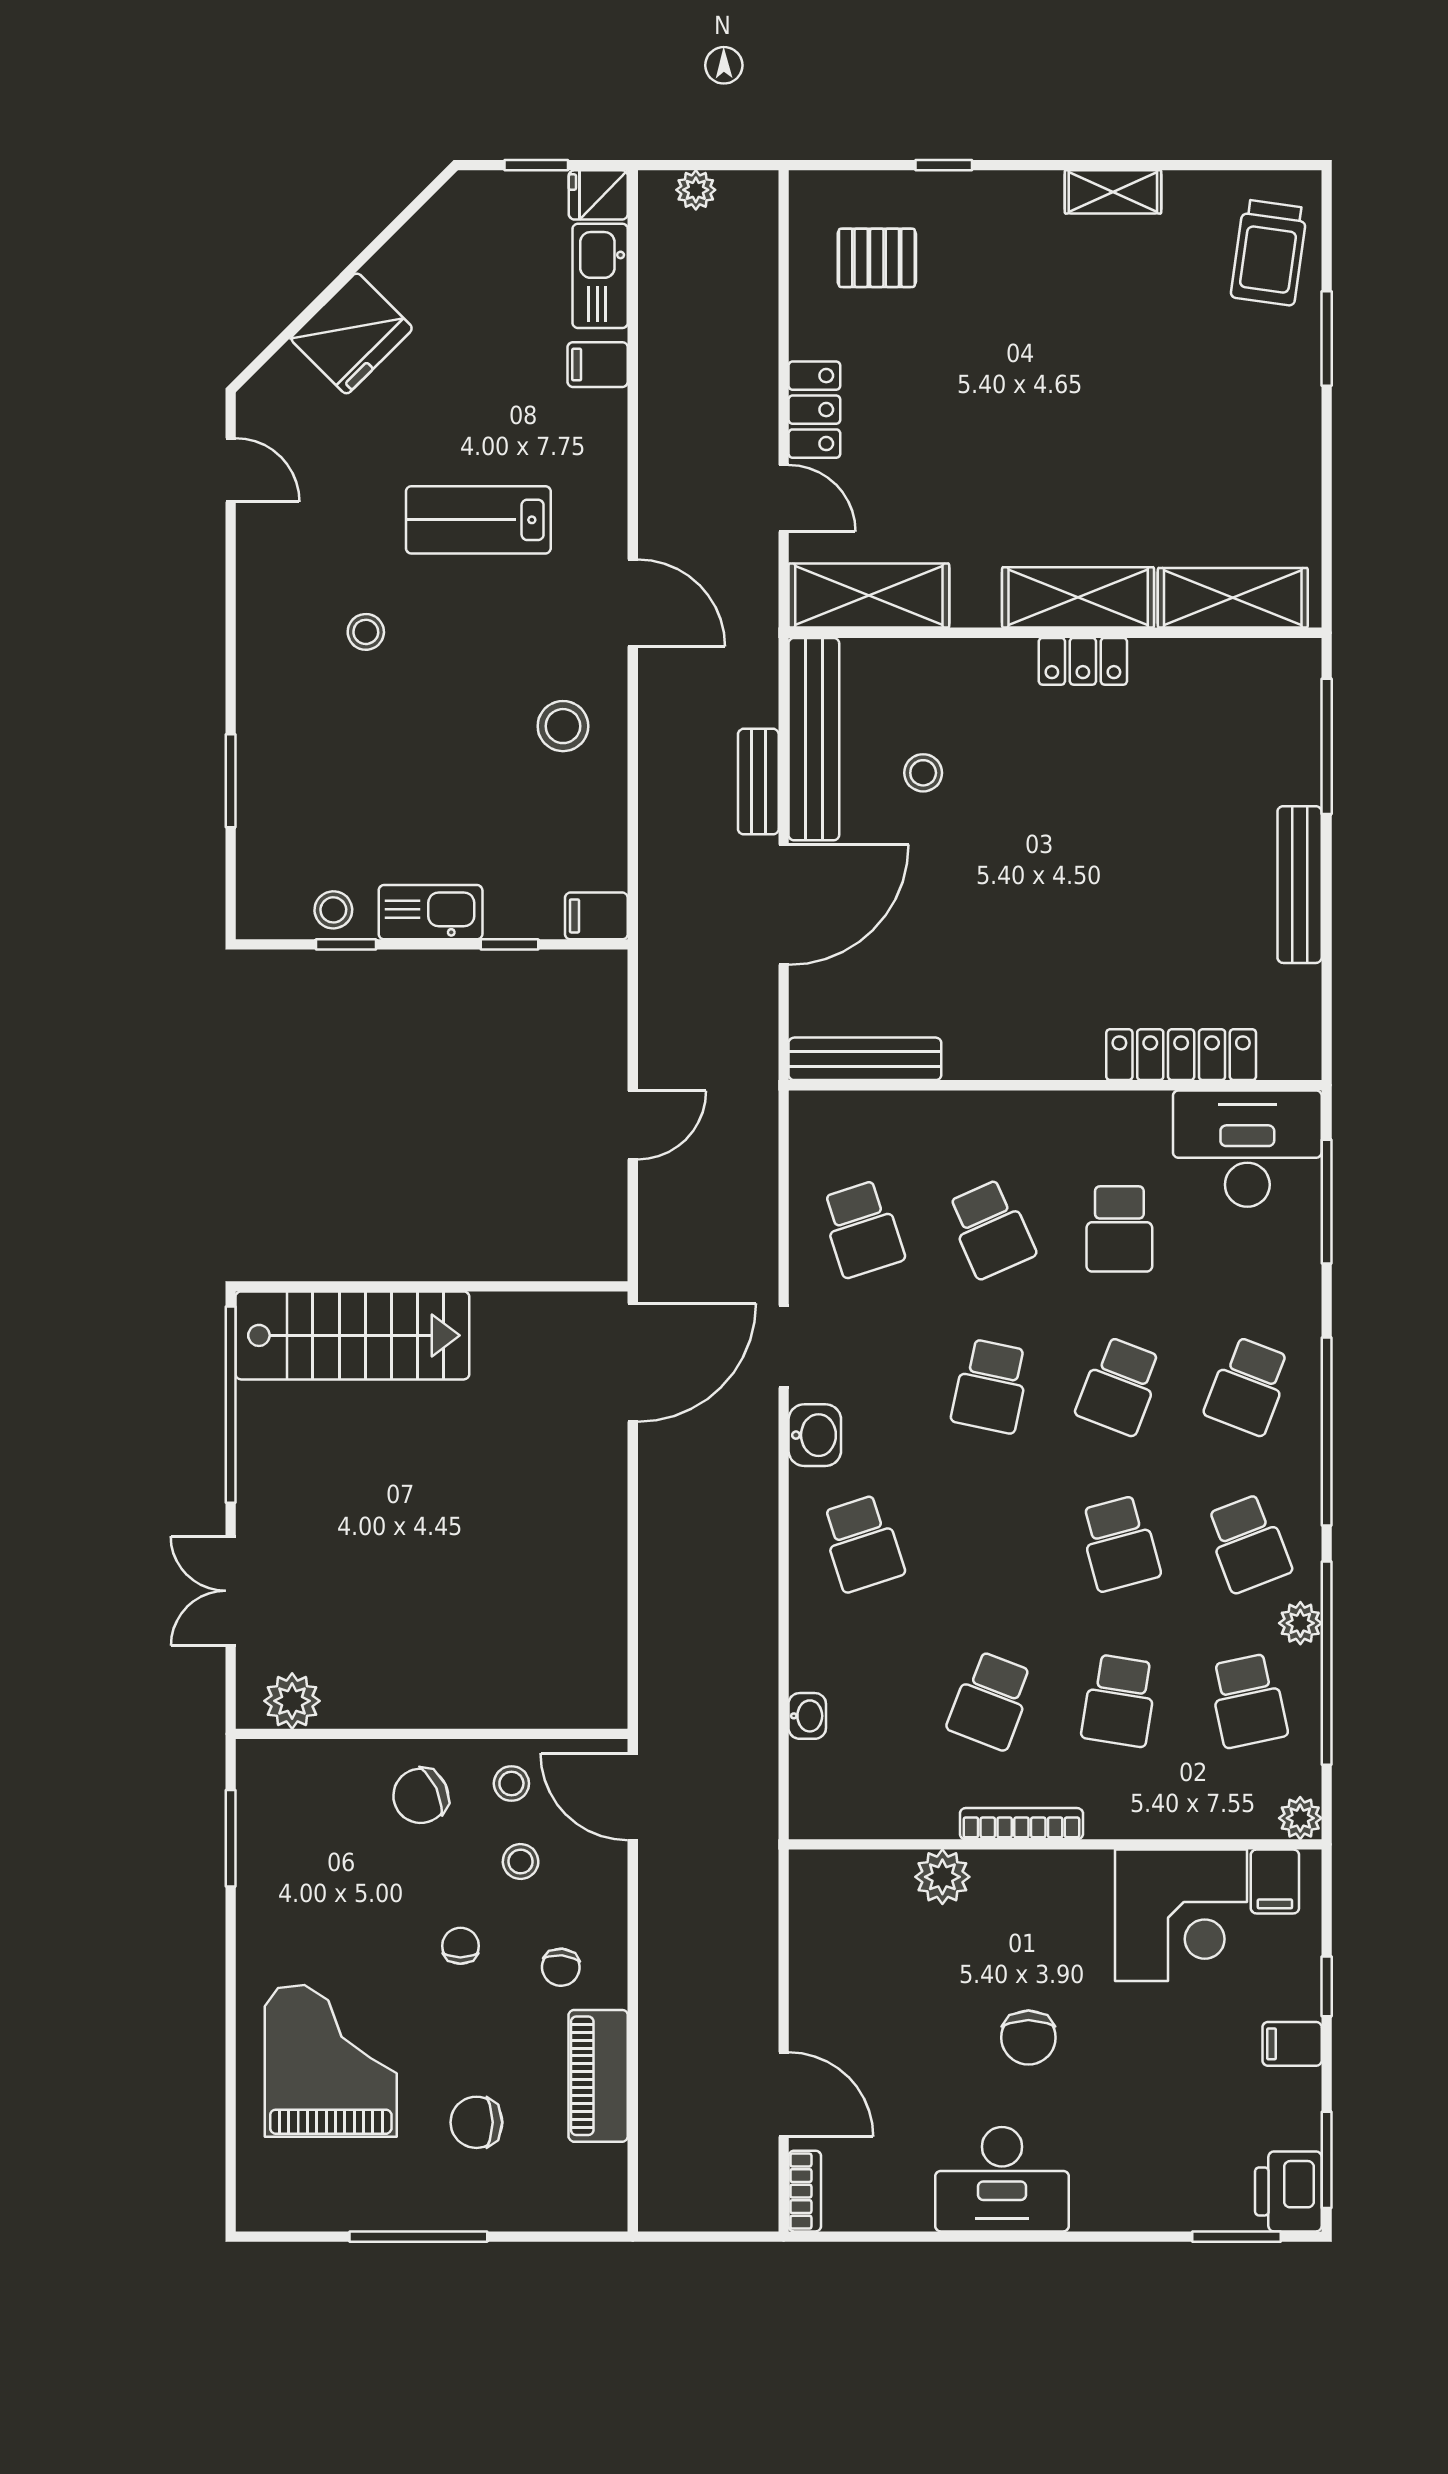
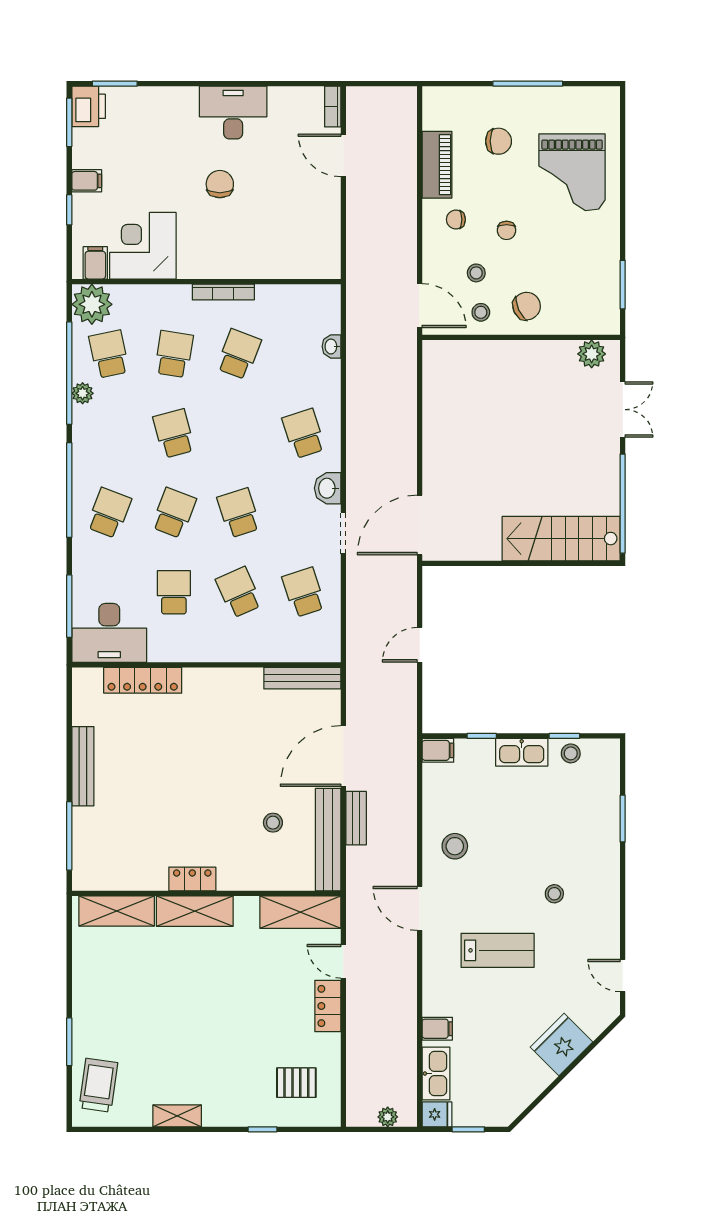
school desk: (991, 1386) -> (239, 513), turned -30
school desk: (1248, 1543) -> (109, 434), removed
plant: (1300, 1818) -> (92, 304), width x1.88, depth x1.88
plant: (942, 1877) -> (263, 265), removed
chair: (561, 1967) -> (456, 219), turned -95

